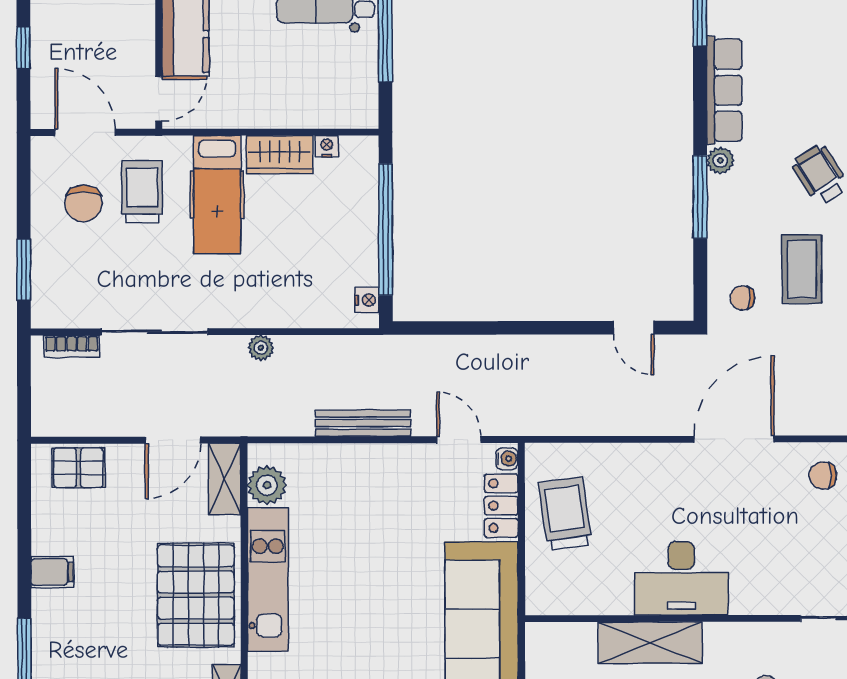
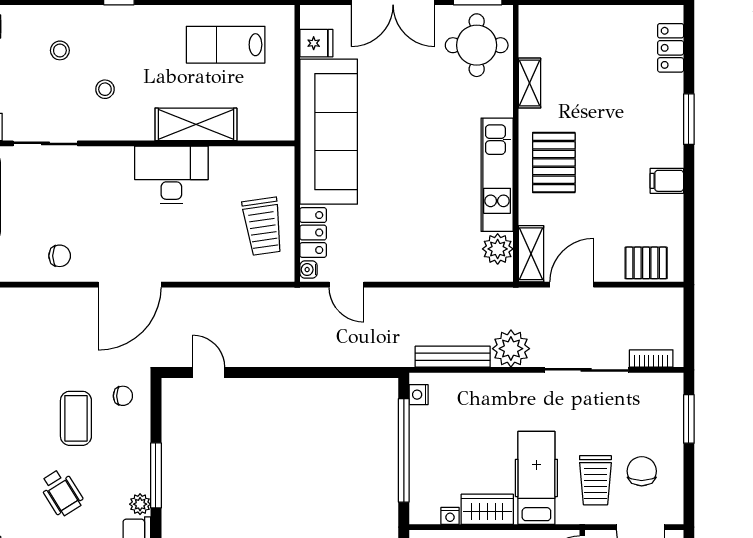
plant: (261, 348) -> (511, 349), width x1.88, depth x1.88
bench: (363, 423) -> (453, 357), moved
pallet: (196, 595) -> (554, 162), width x0.73, depth x0.71

